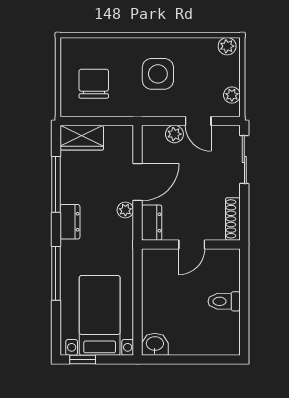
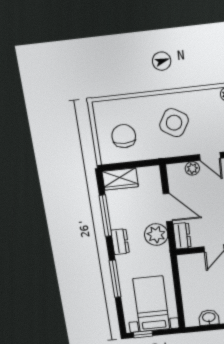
side table: (158, 74) -> (174, 123), turned 31
door: (138, 182) -> (168, 208), hinge flipped
plant: (125, 210) -> (156, 235), width x1.87, depth x1.87
washbasin: (155, 344) -> (209, 318), moved

